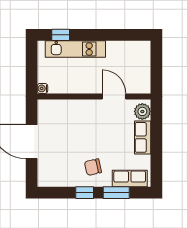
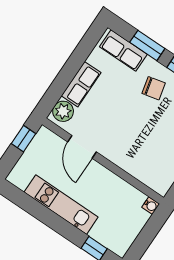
kitchen unit: (75, 49) -> (61, 205), moved
window: (156, 76) -> (23, 139), added

